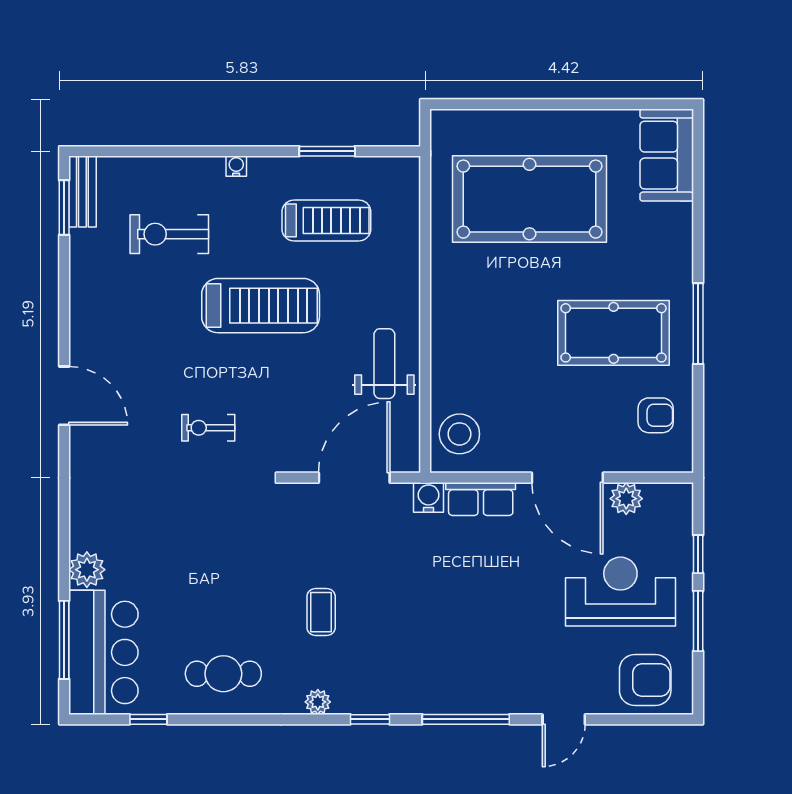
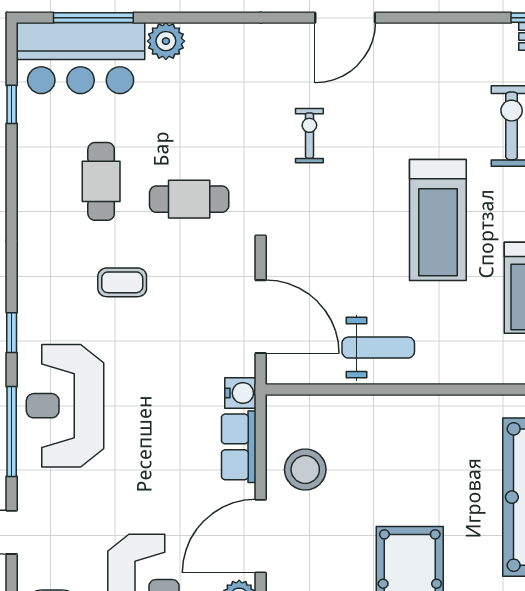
exercise bike: (208, 428) -> (309, 136), moved
stool: (459, 434) -> (305, 469), moved
cafe table: (240, 547) -> (189, 199), added
reception desk: (441, 668) -> (65, 406), added
cafe table: (223, 674) -> (101, 181), moved
plant: (318, 702) -> (30, 279), removed

